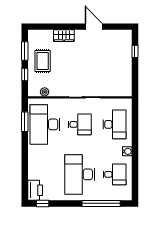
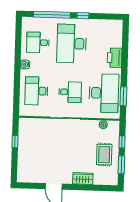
window: (135, 51) -> (15, 141), moved
desk: (80, 124) -> (70, 92), turned 180
desk: (80, 174) -> (72, 44), turned 180
printer: (35, 190) -> (115, 58), moved
window: (43, 203) -> (83, 16), moved

